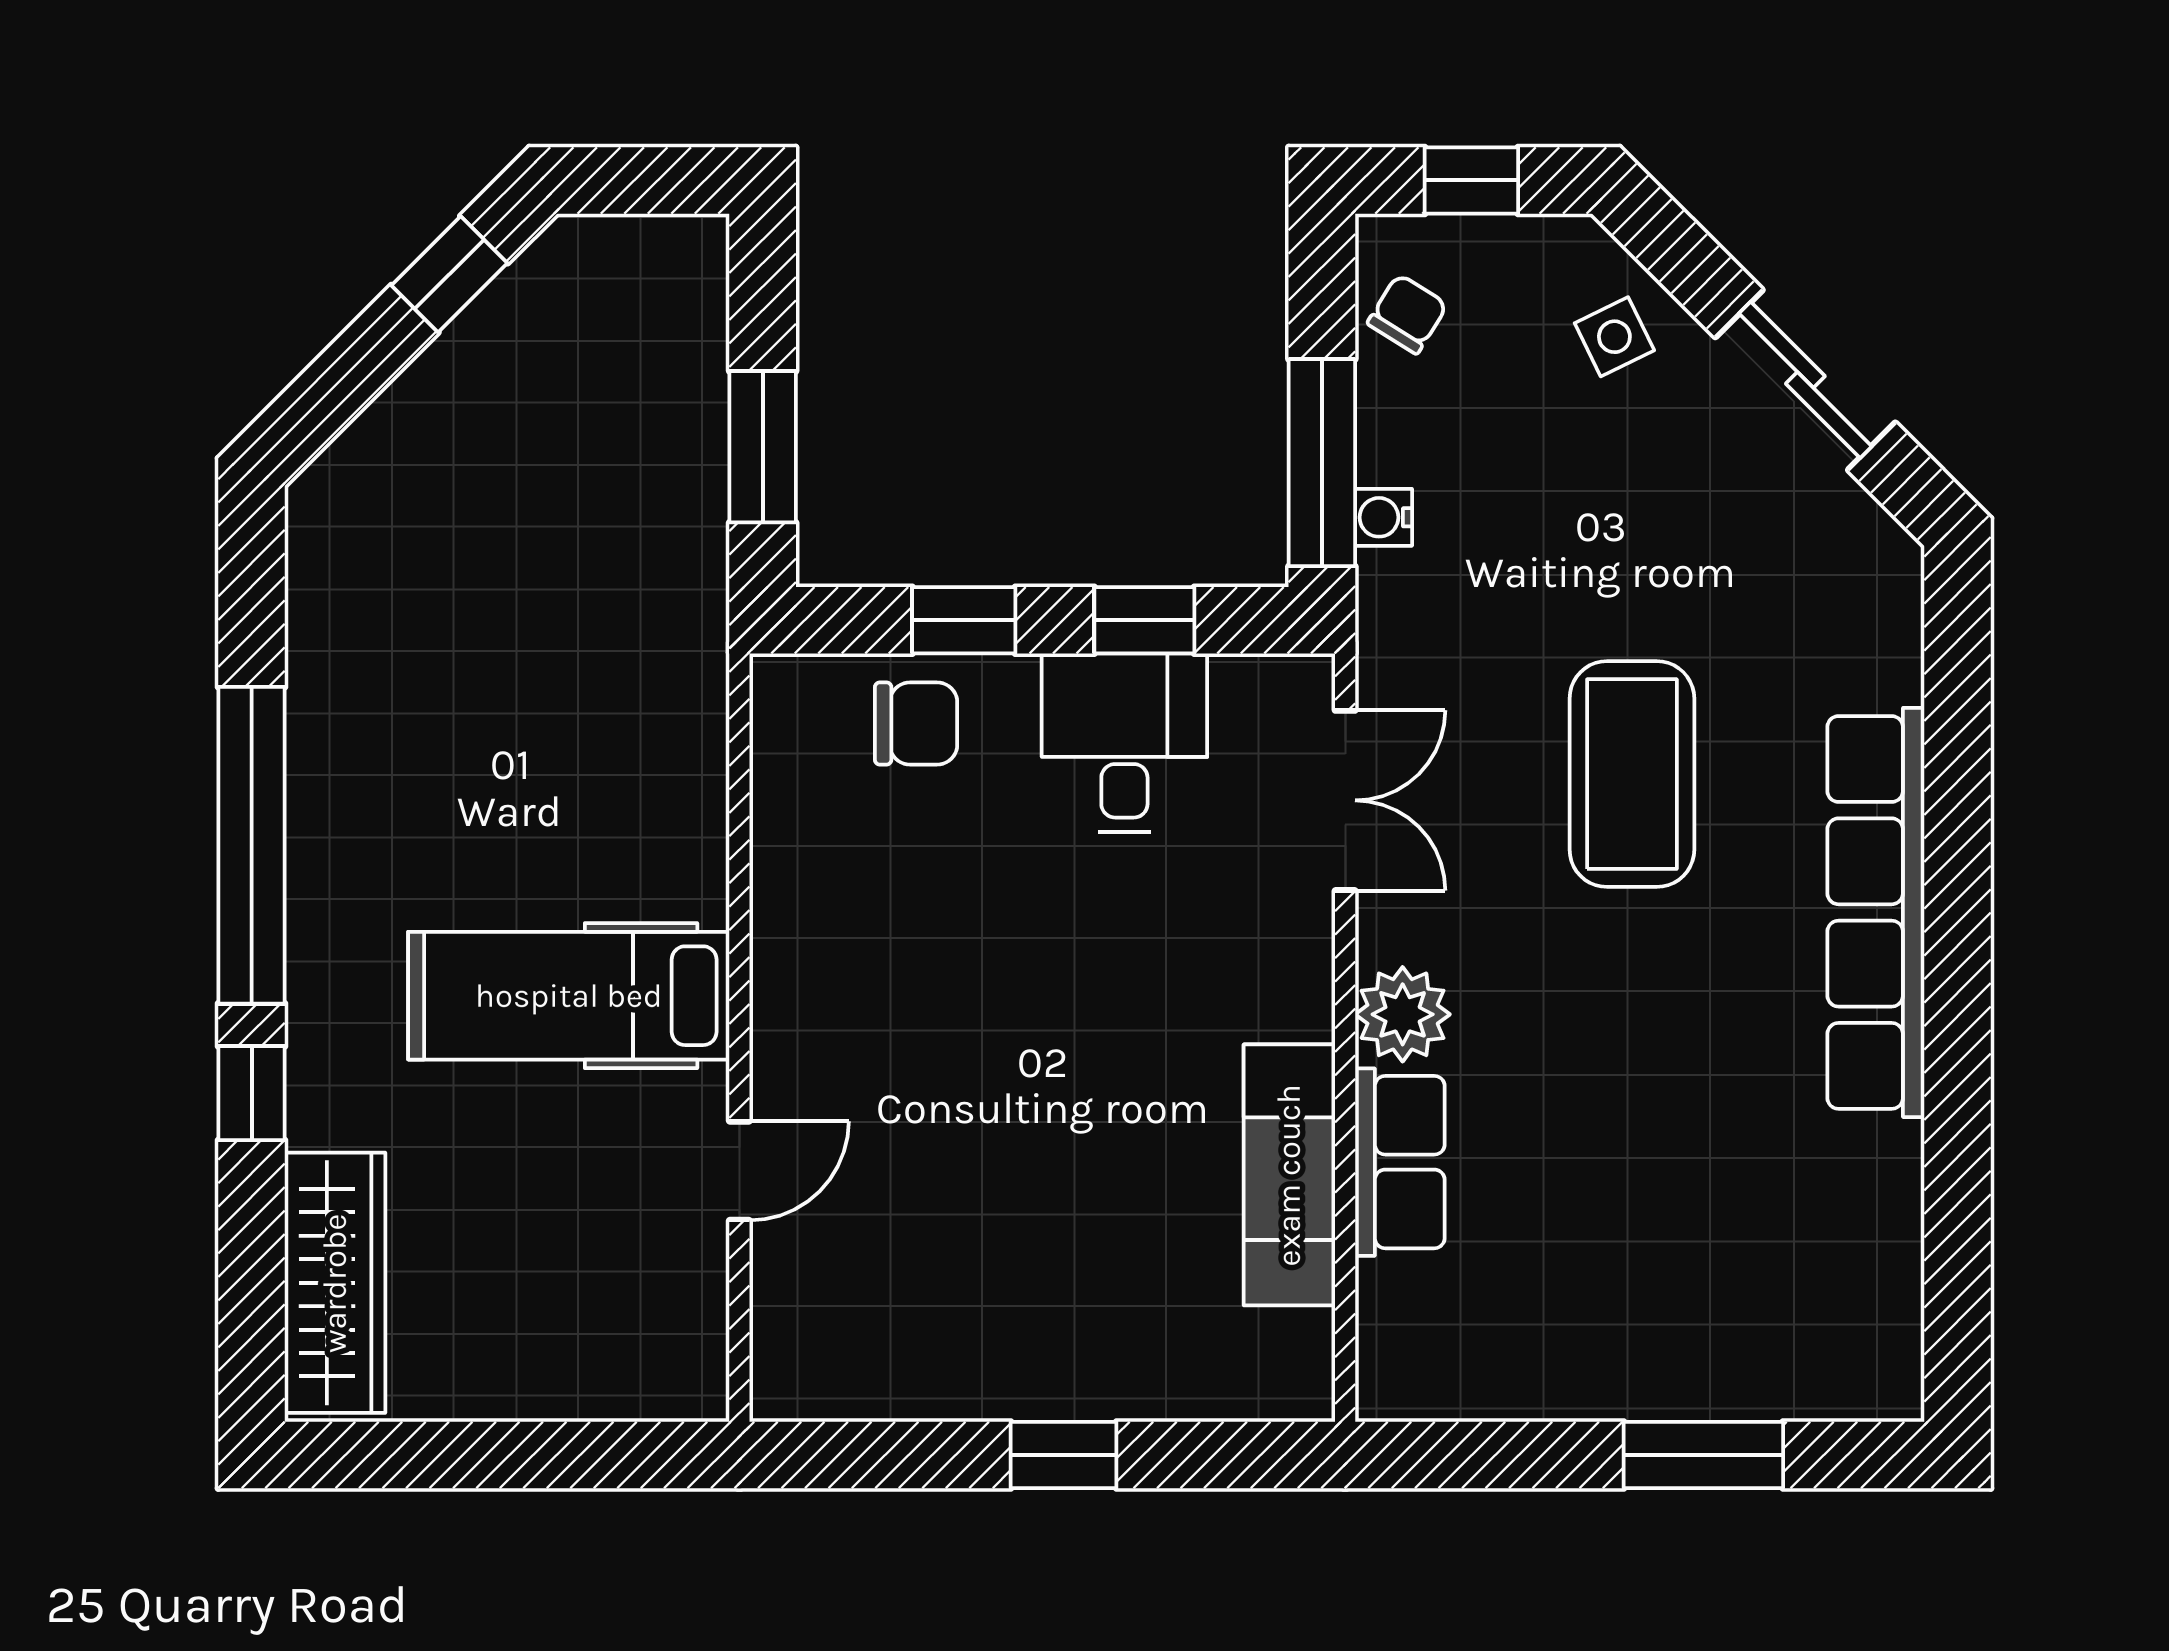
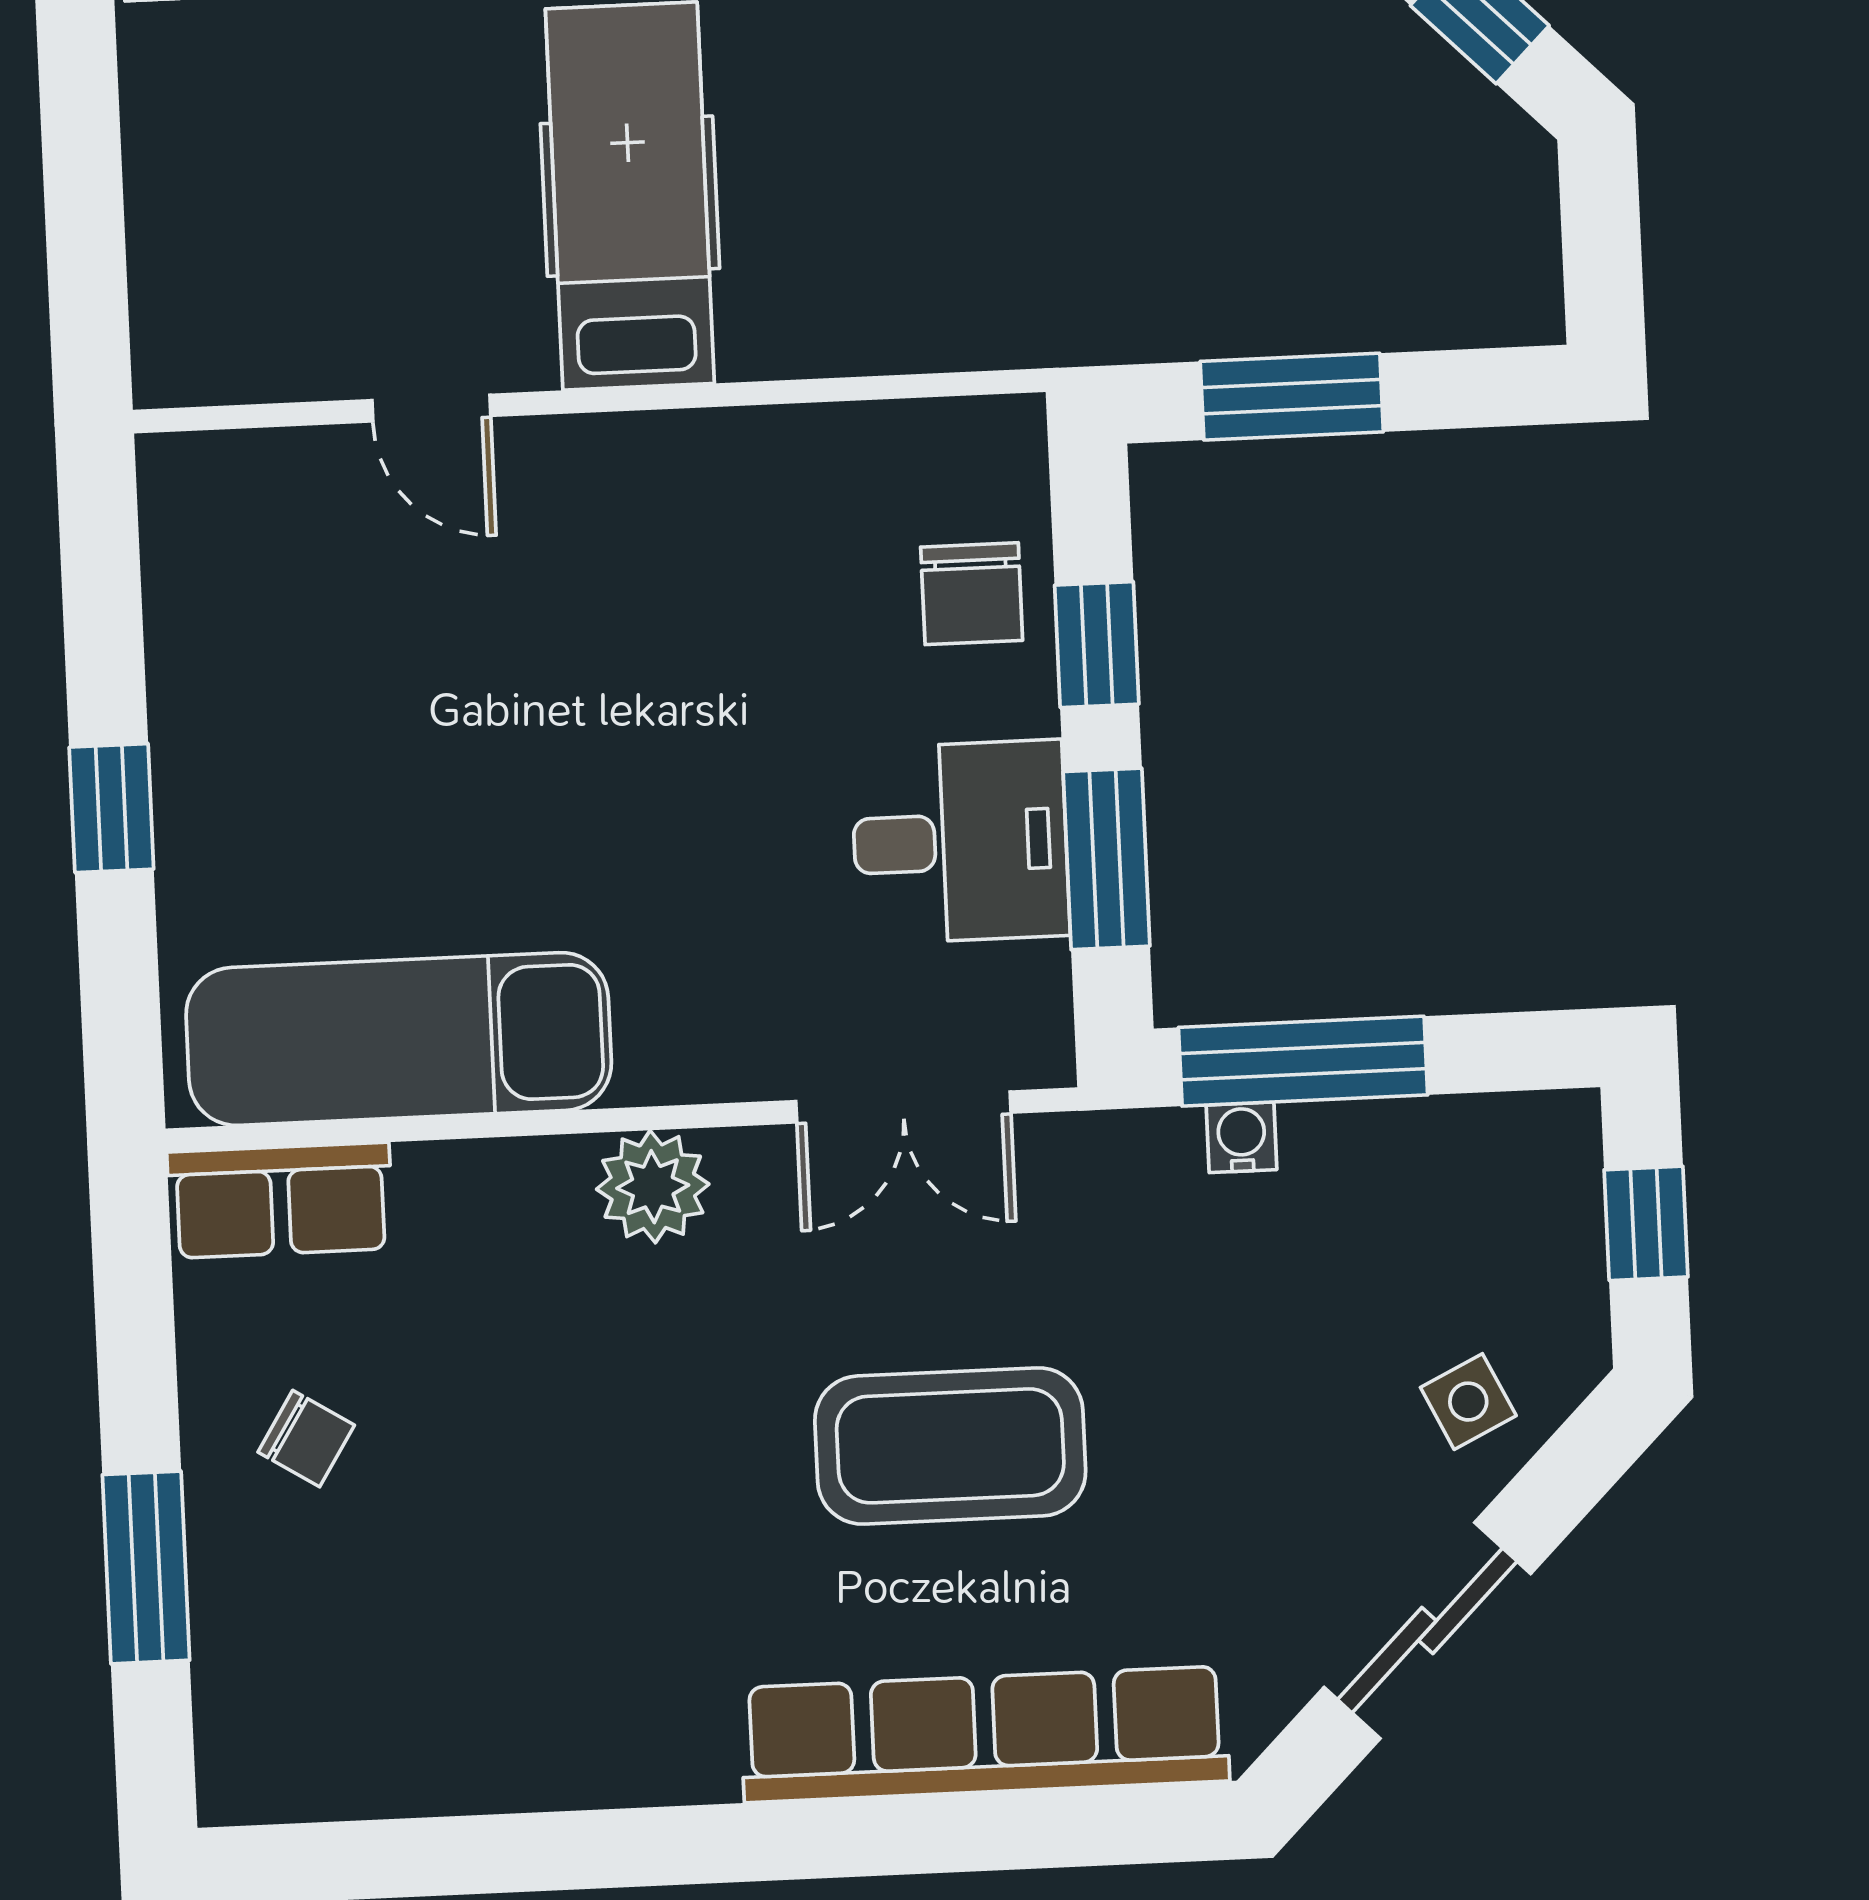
chair: (1407, 314) -> (306, 1439), moved
window: (1144, 620) -> (1106, 859), width x1.50
row of seats: (1876, 912) -> (985, 1734), moved
row of seats: (1400, 1162) -> (280, 1200), moved
exam couch: (1289, 1175) -> (399, 1039), width x1.36, depth x1.45

